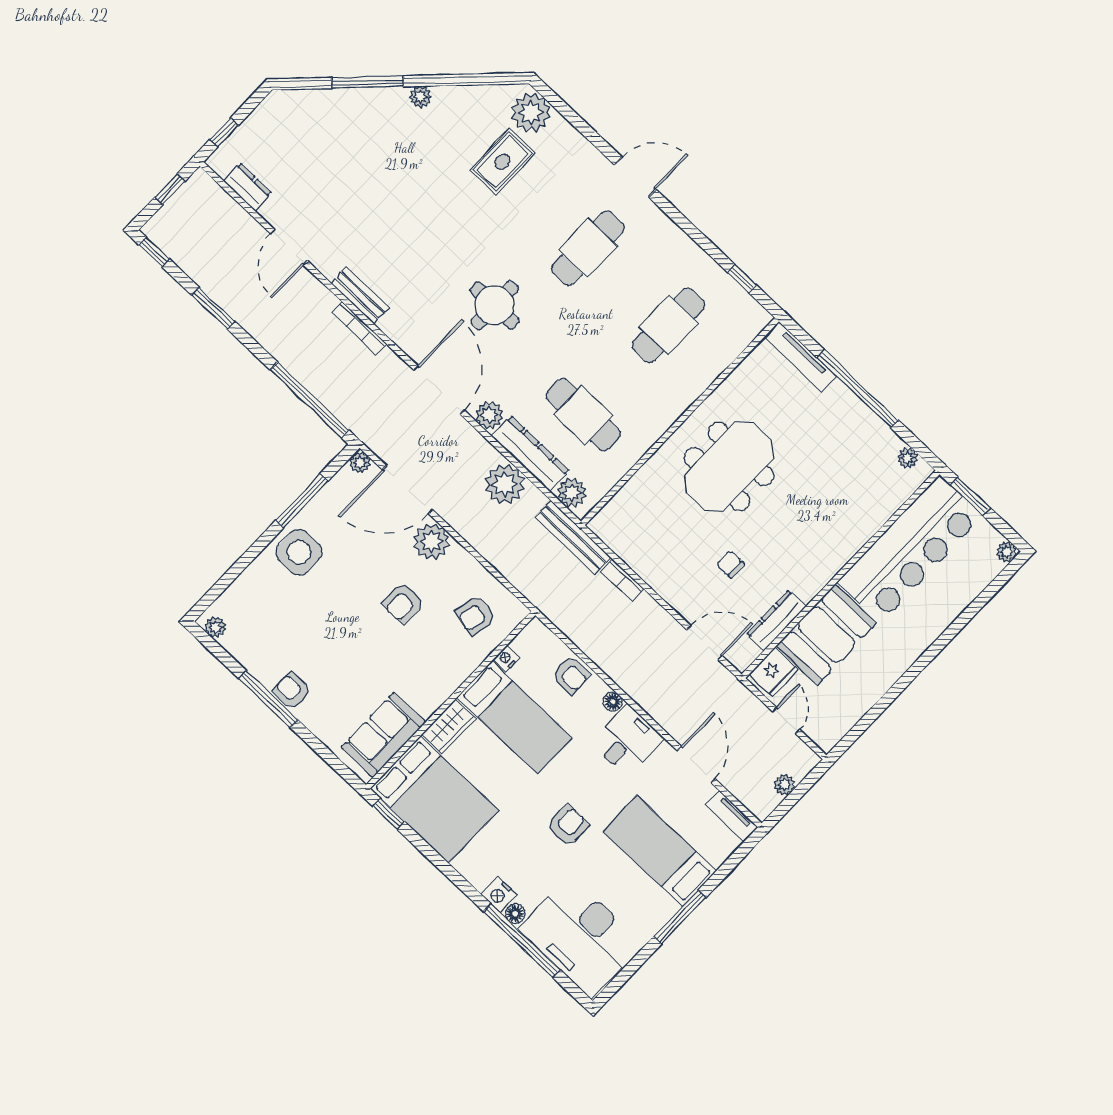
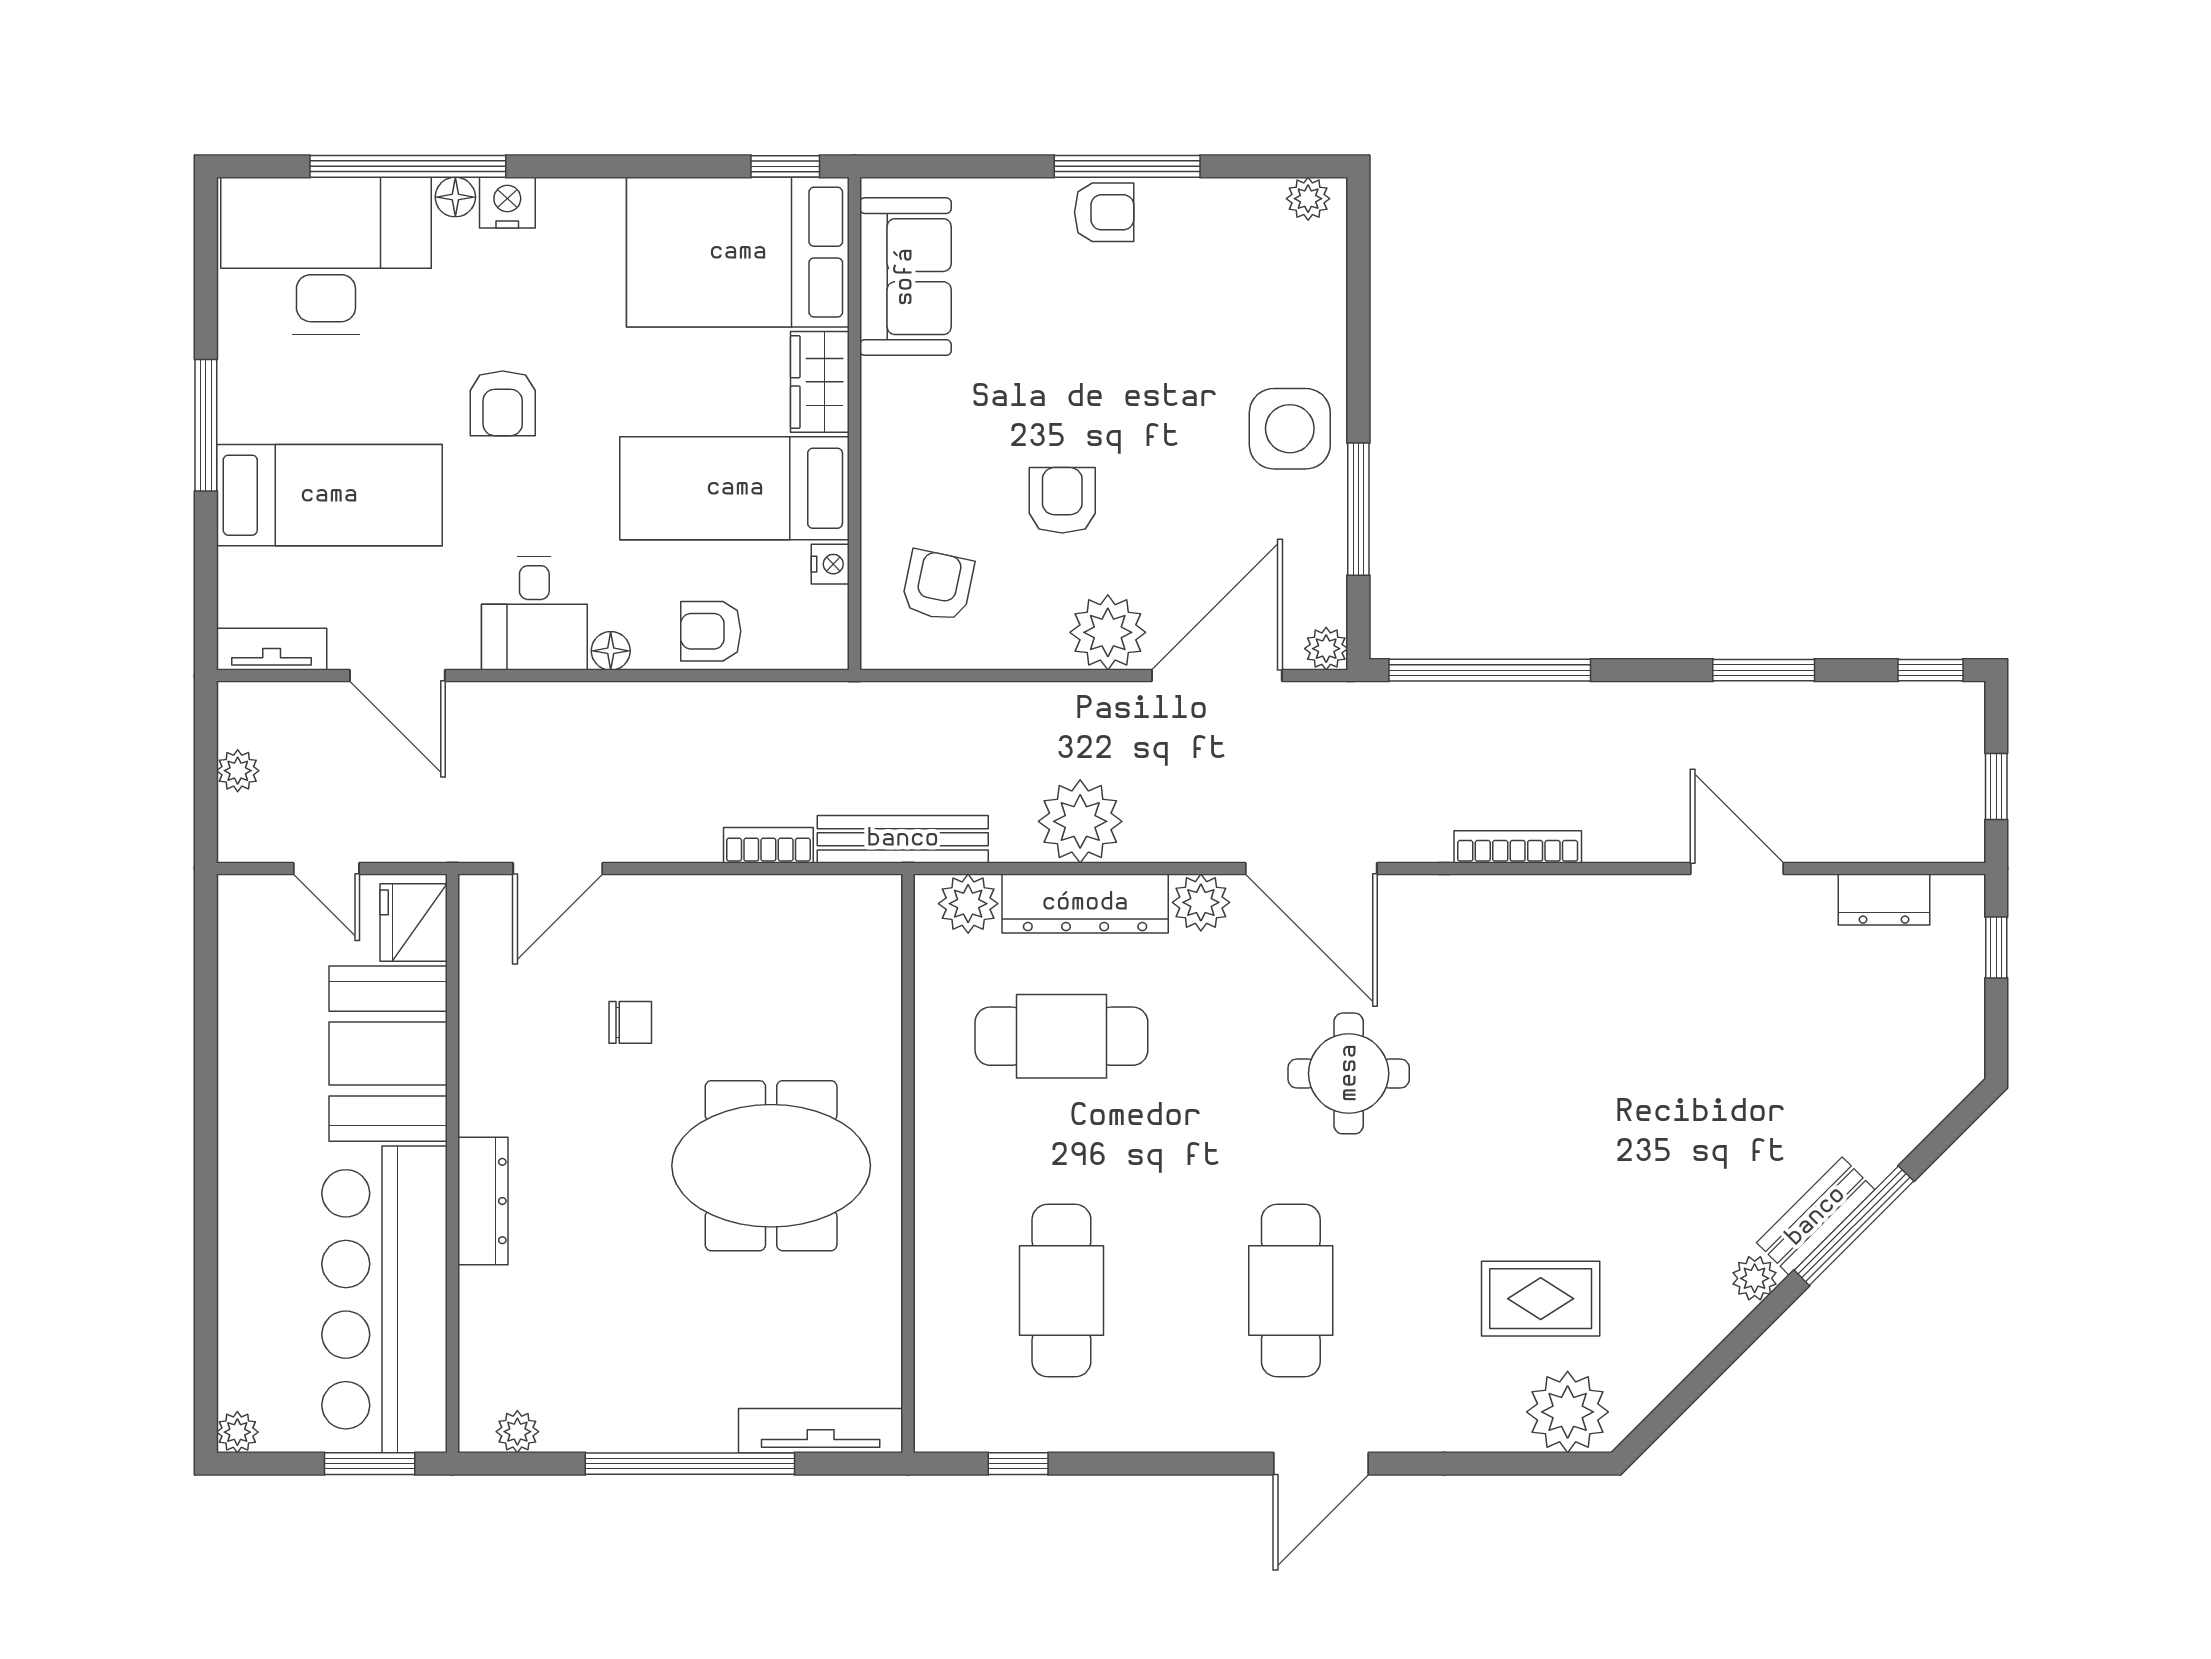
rug: (503, 162) -> (1541, 1299), turned 90
bench: (360, 295) -> (1816, 1216), moved, turned -45
meeting table: (729, 467) -> (771, 1166), turned 90
dresser: (776, 620) -> (483, 1201), moved

